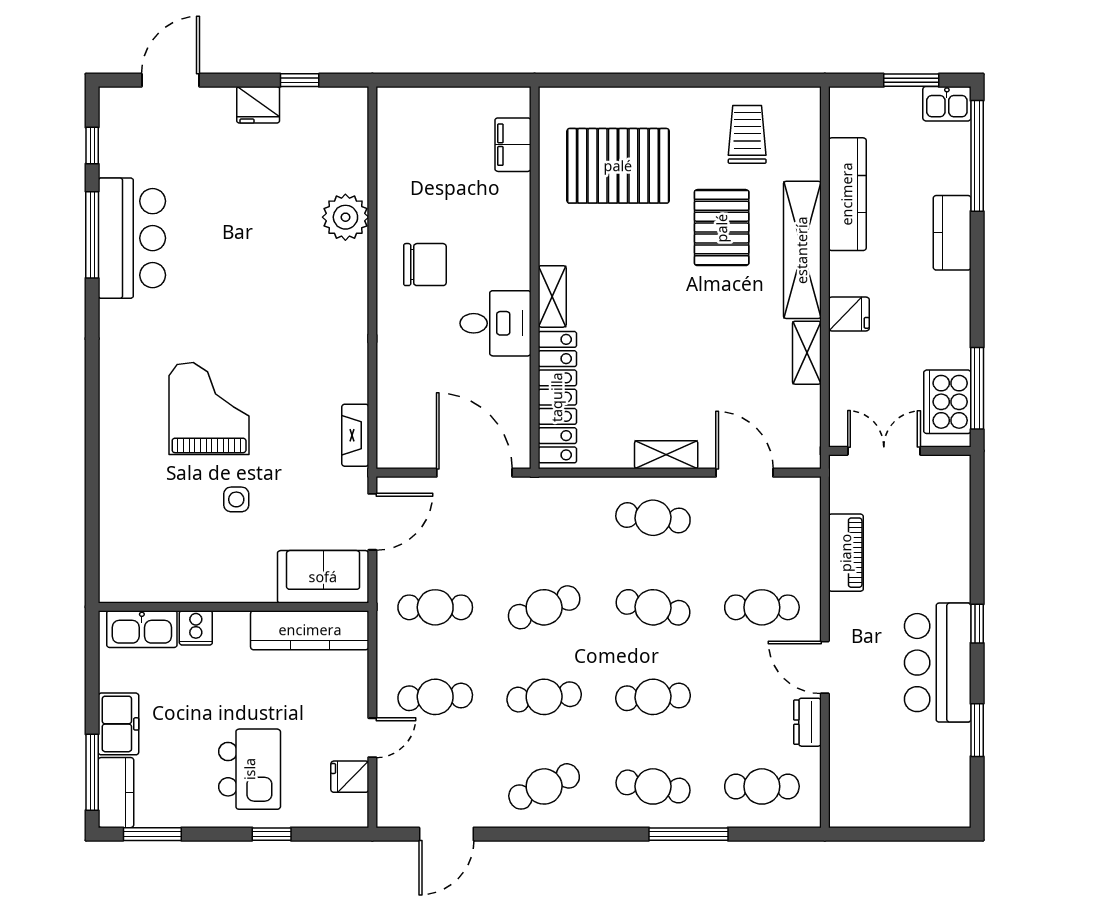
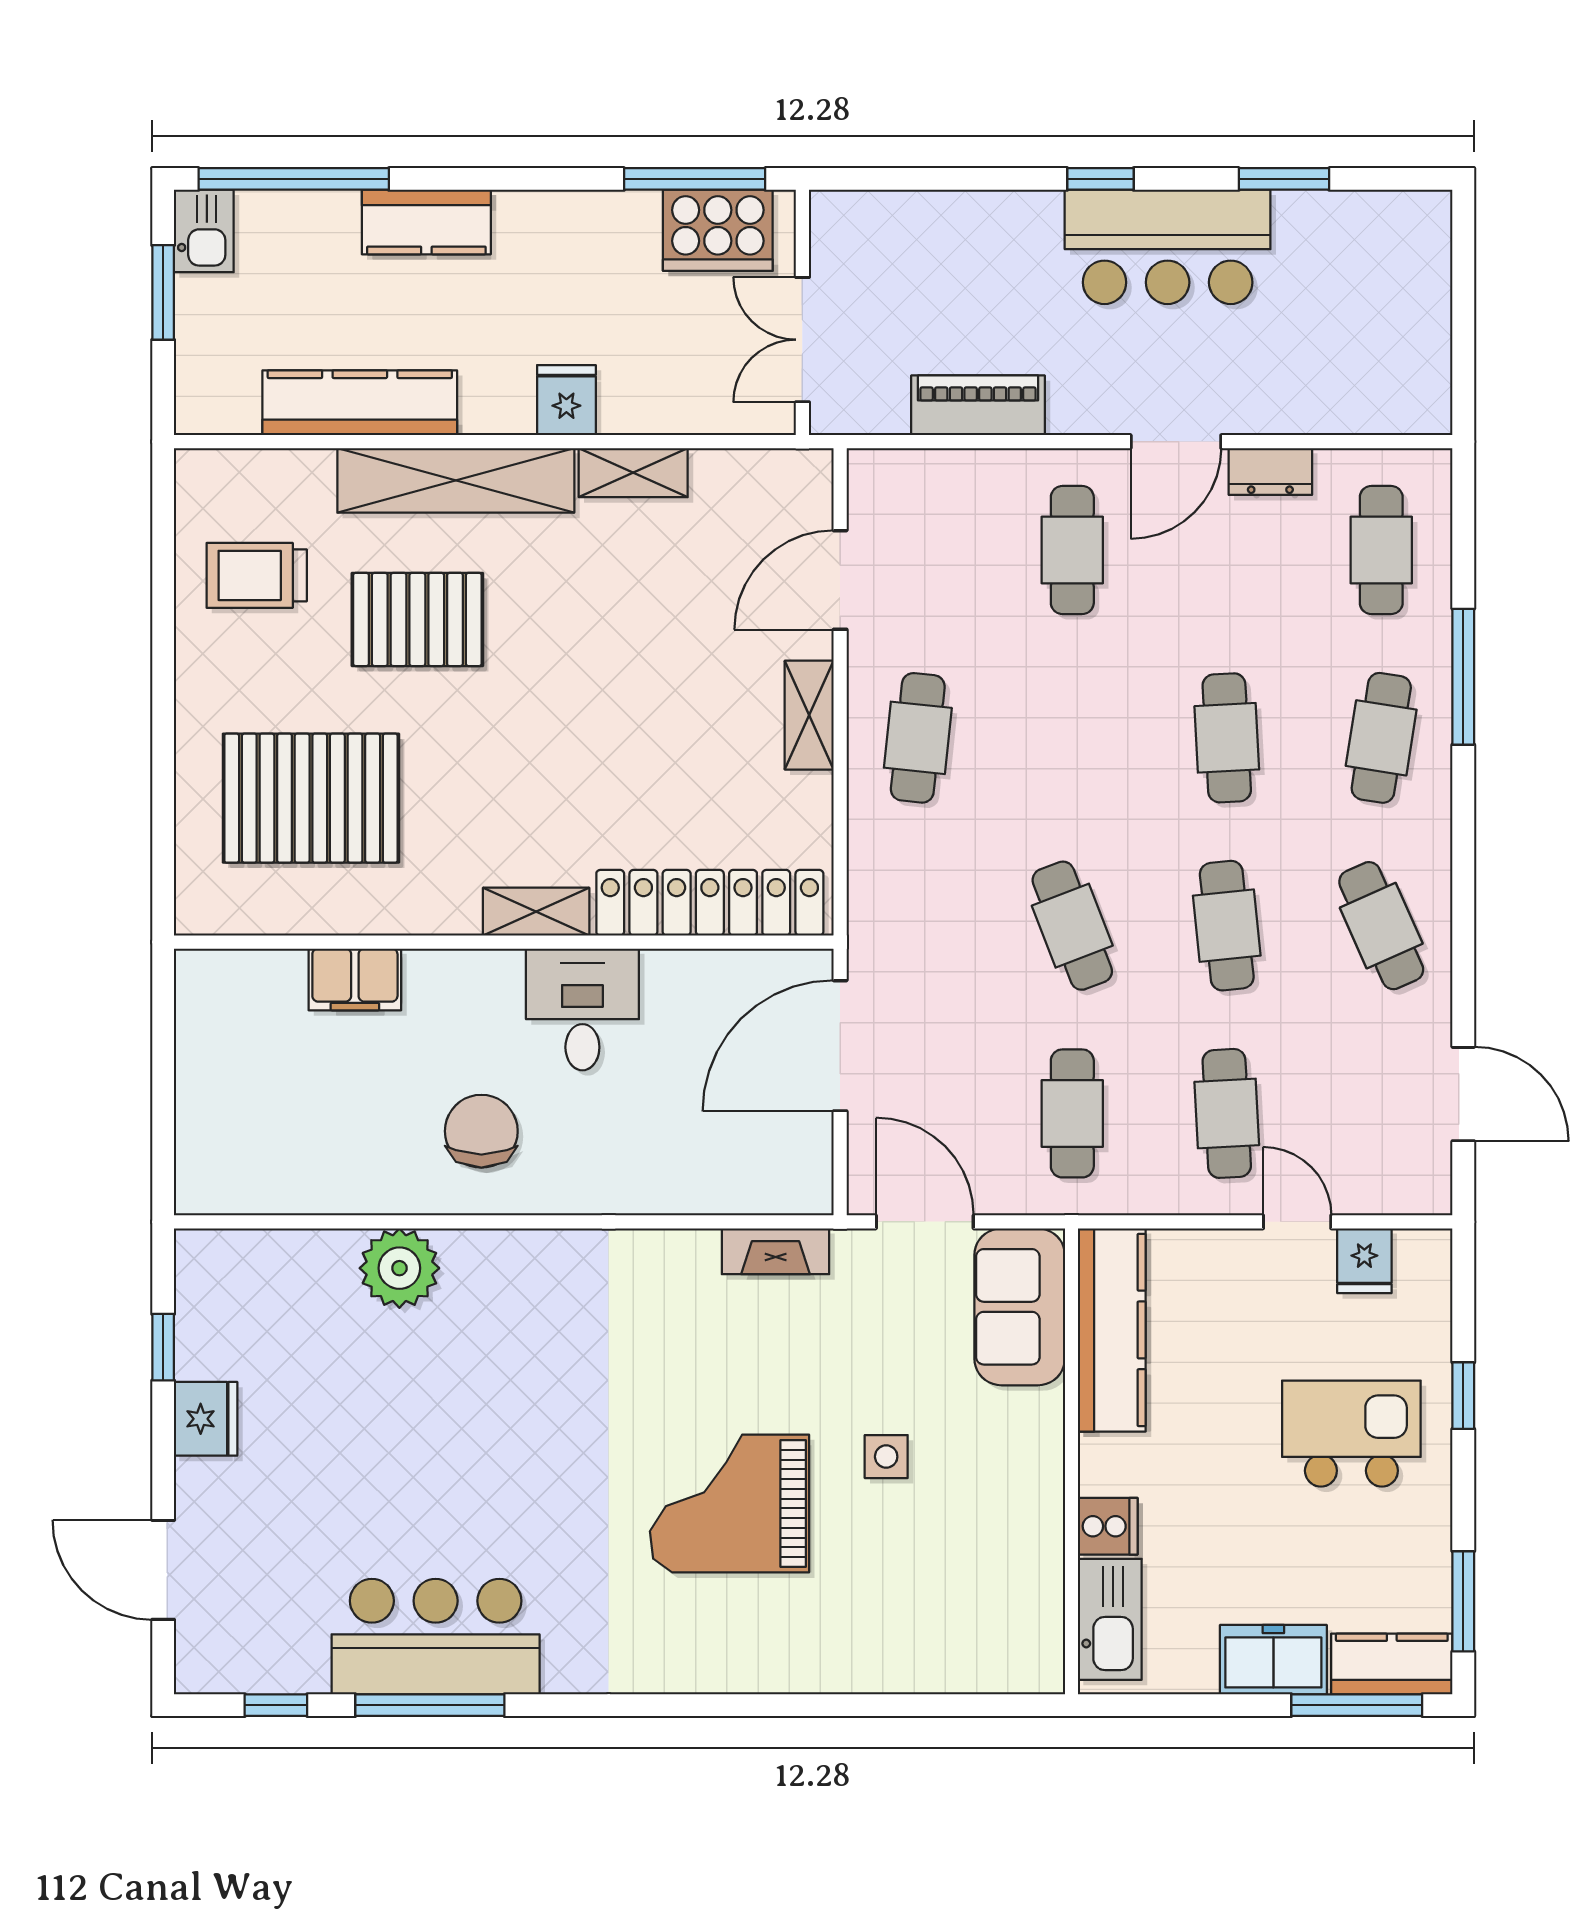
filing cabinet: (513, 145) -> (355, 979), moved
pallet: (618, 166) -> (311, 798), turned 90
cafe table: (653, 607) -> (1072, 738), removed

